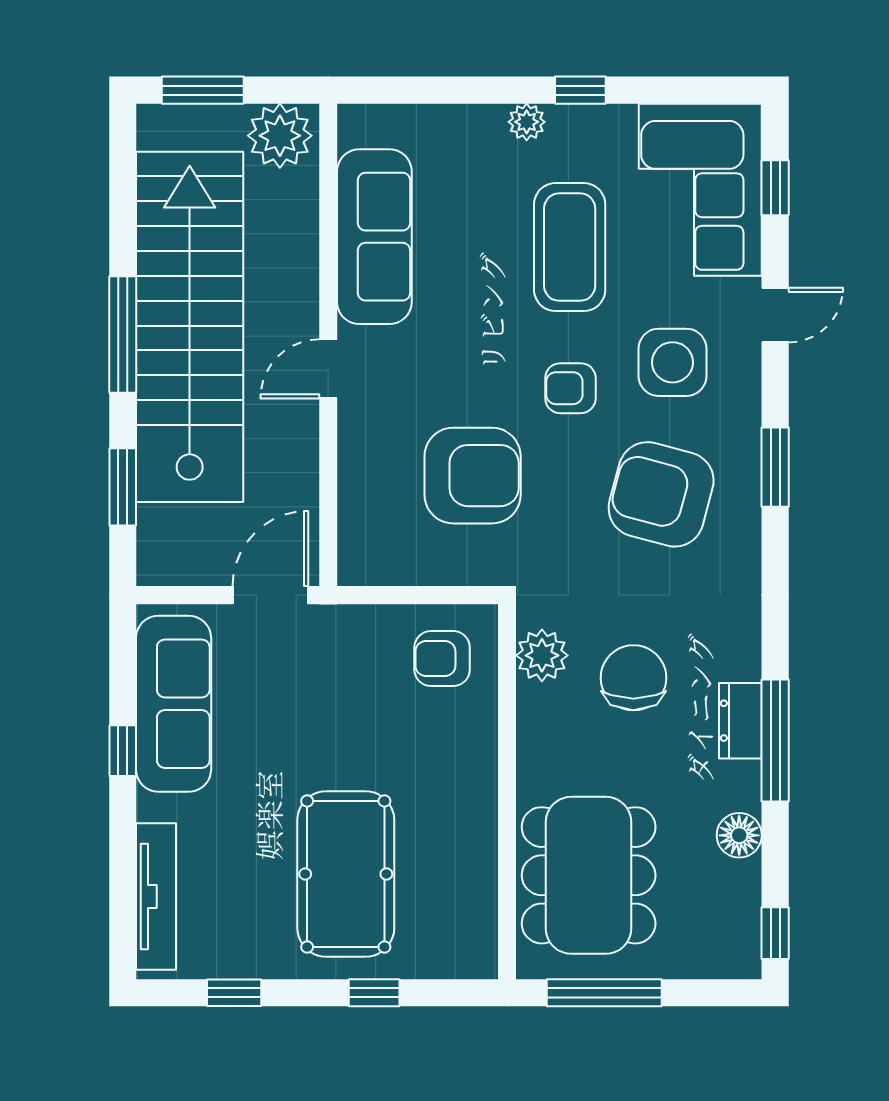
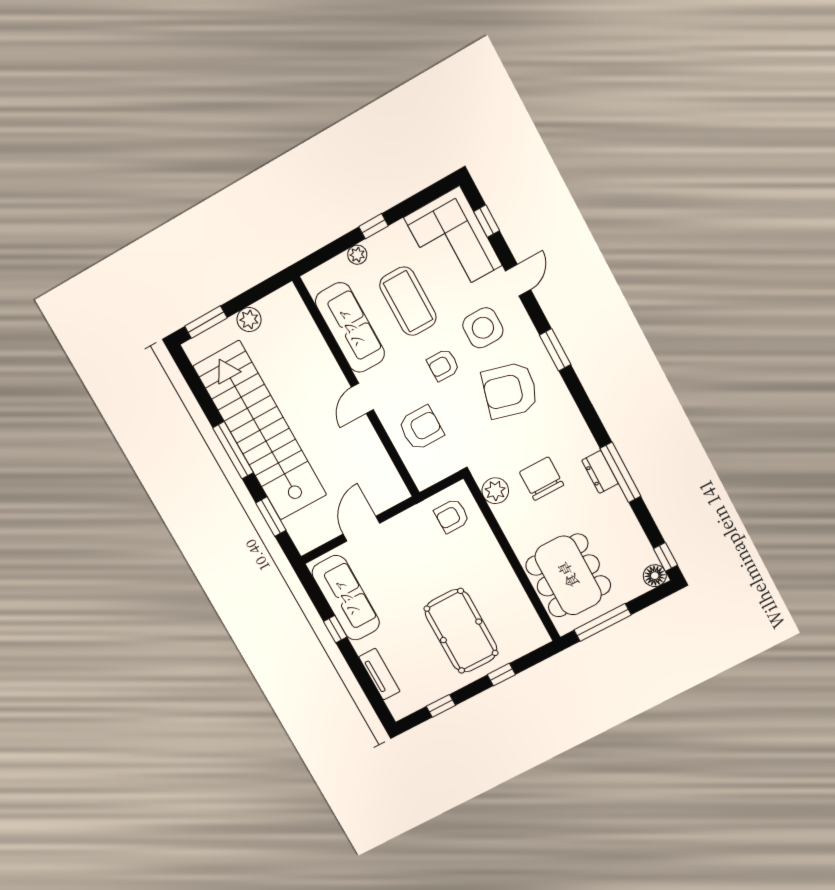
plant: (280, 136) -> (249, 319), width x0.73, depth x0.73
sofa: (374, 237) -> (350, 328), moved
wall: (328, 345) -> (356, 388), moved
door: (328, 369) -> (362, 398), moved
armchair: (473, 476) -> (421, 428), width x0.73, depth x0.73
floor lamp: (739, 835) -> (655, 576), moved
tv unit: (156, 896) -> (379, 674), width x0.71

